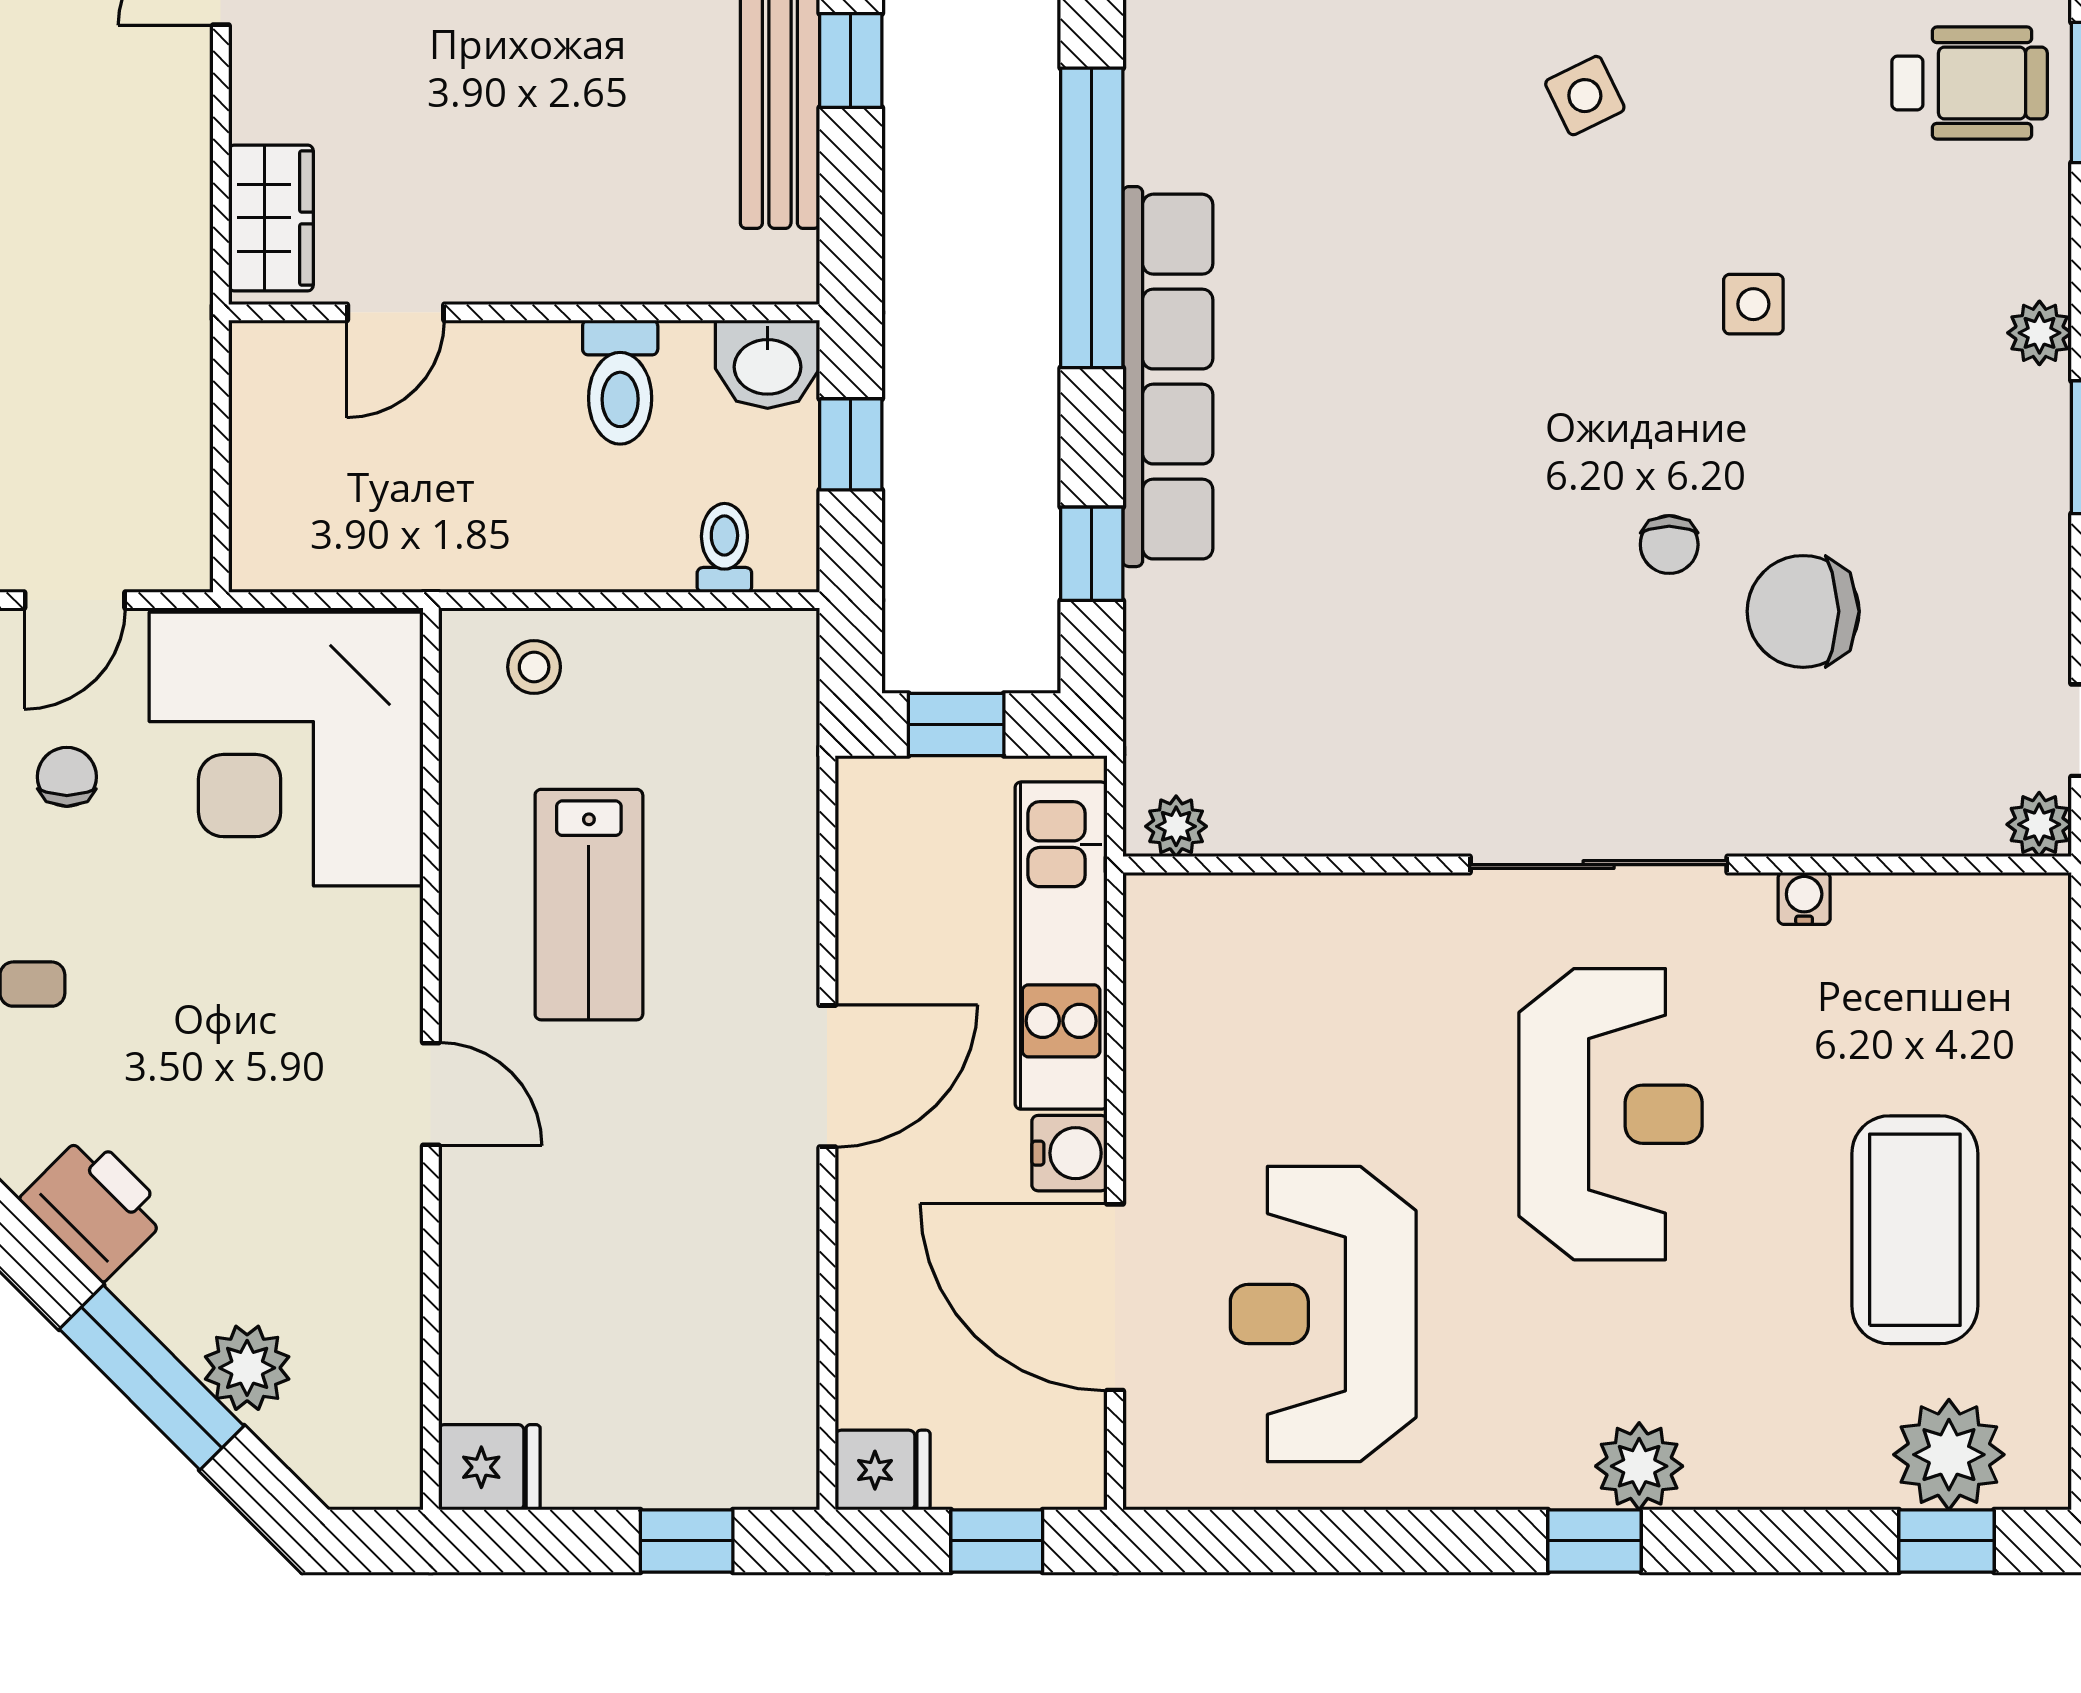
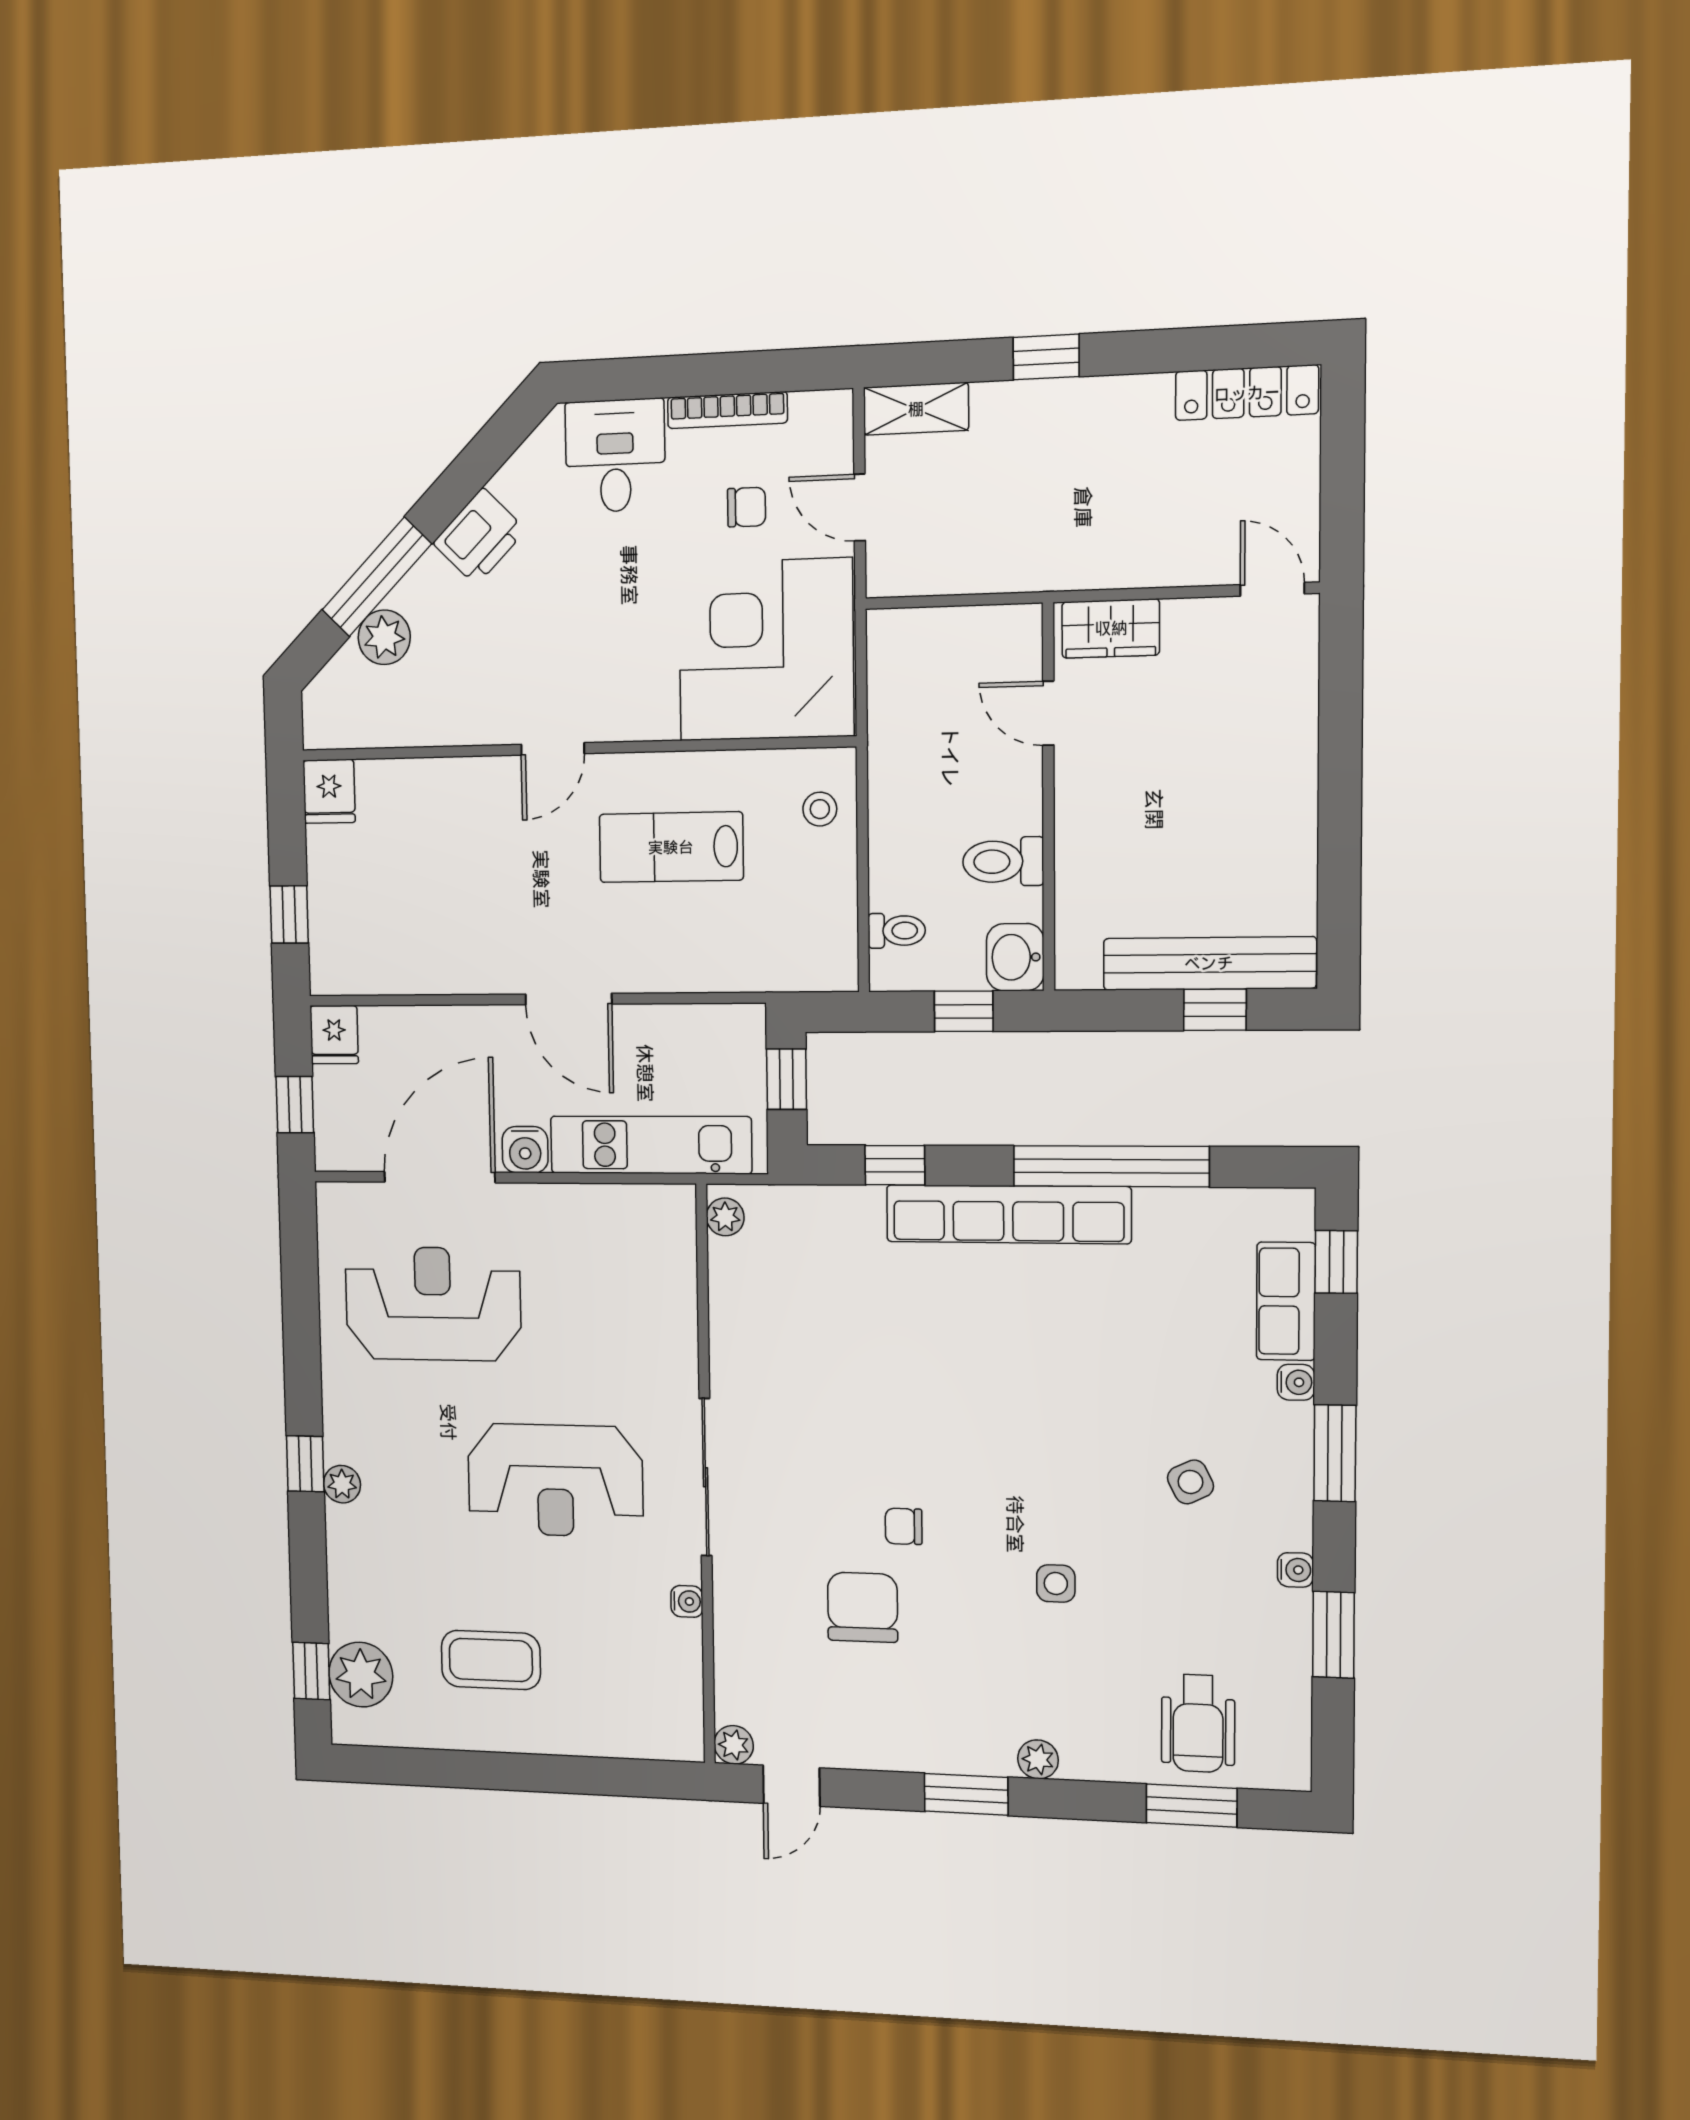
coffee table: (1915, 1230) -> (491, 1660), width x0.73, depth x0.76
plant: (1639, 1466) -> (342, 1484), width x0.73, depth x0.73

